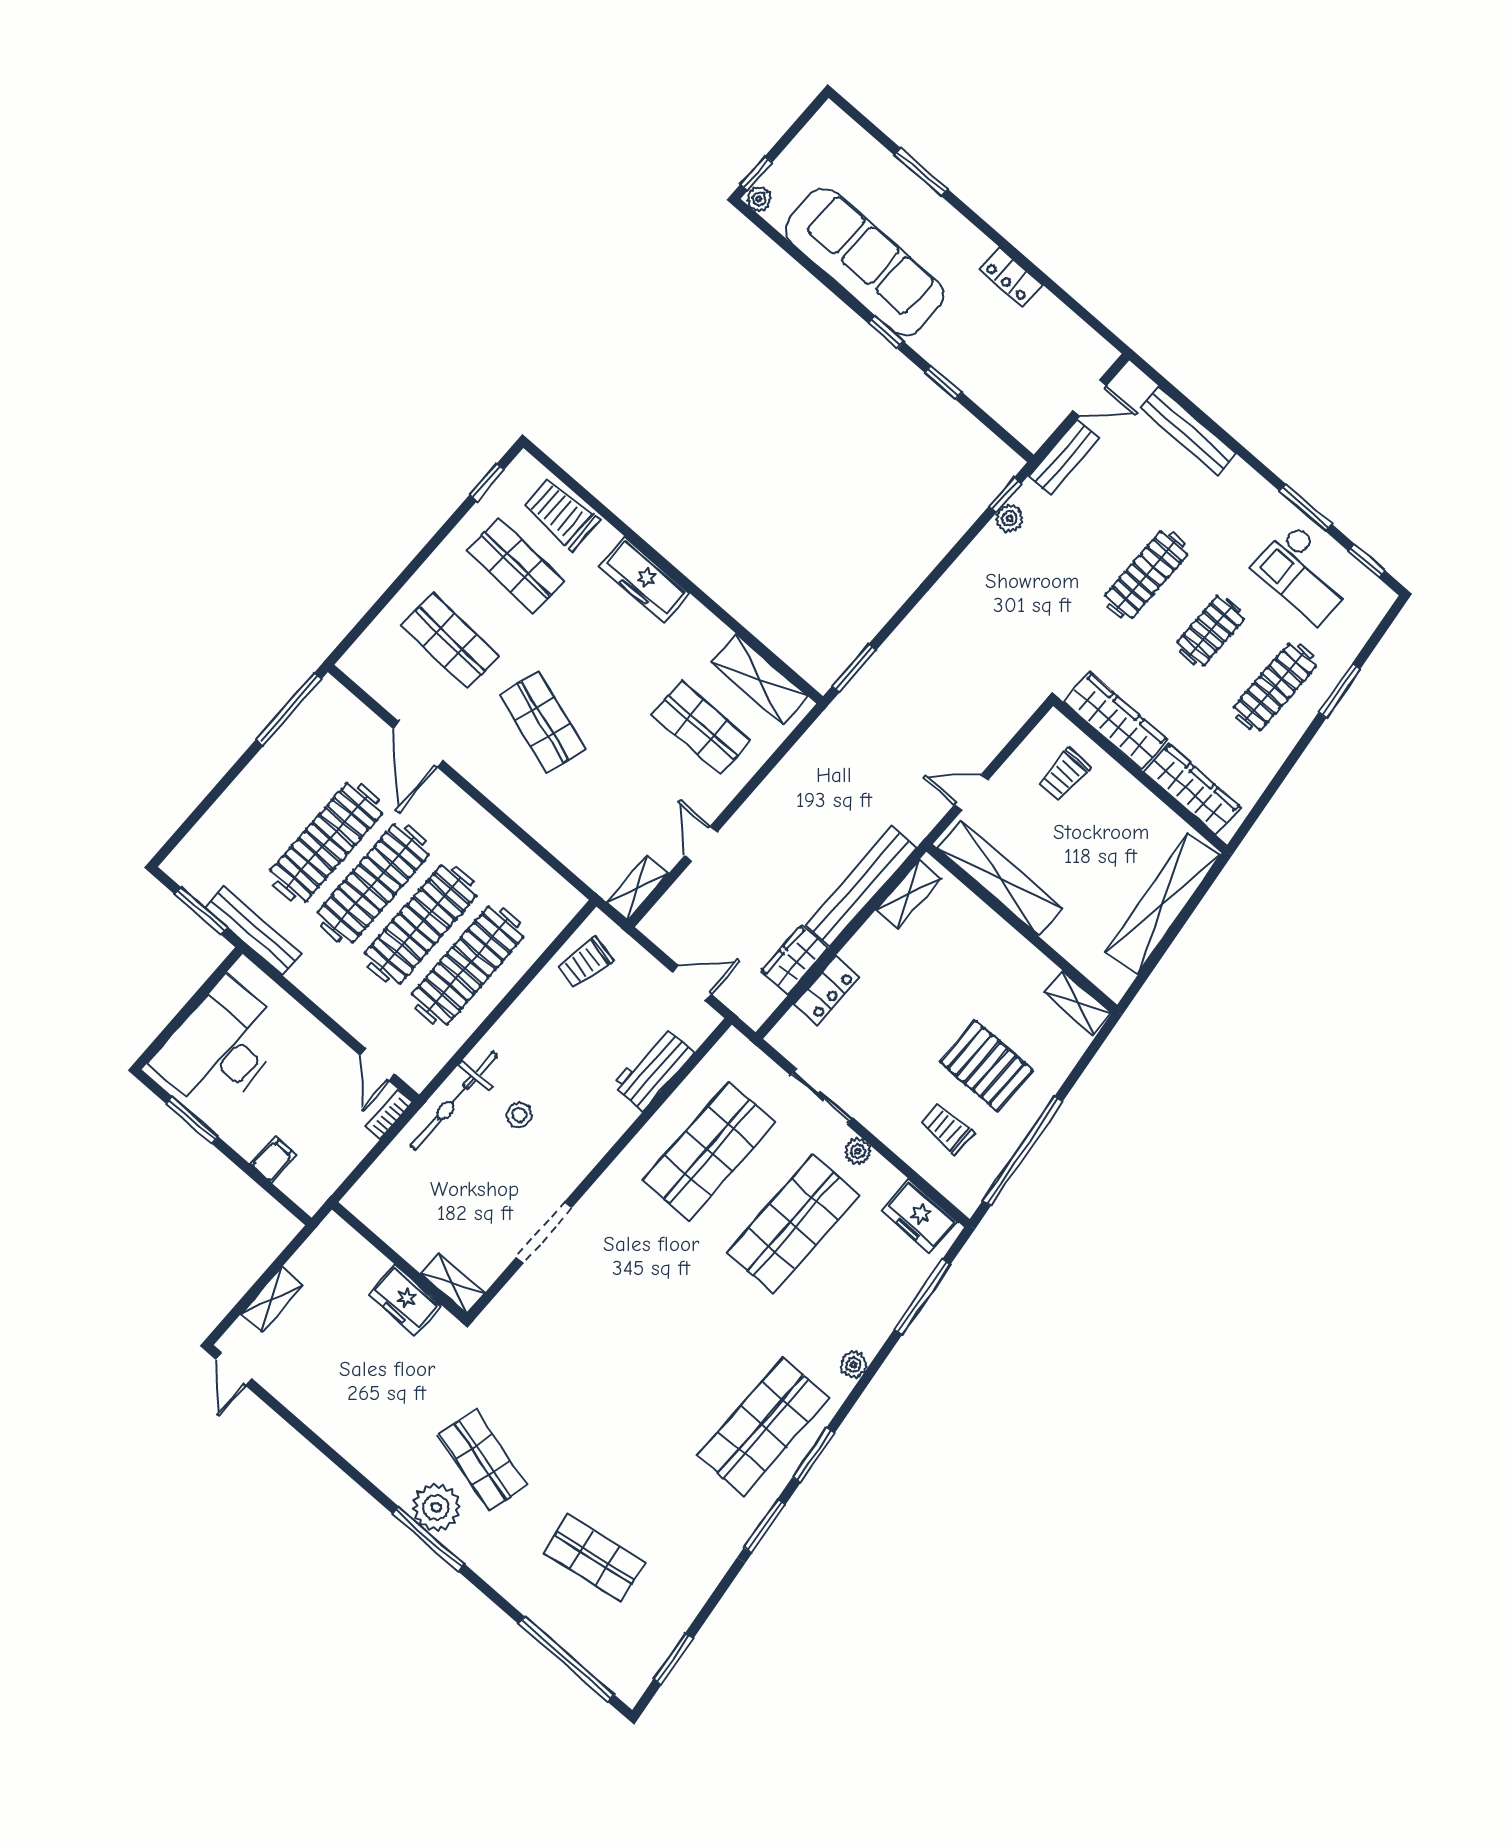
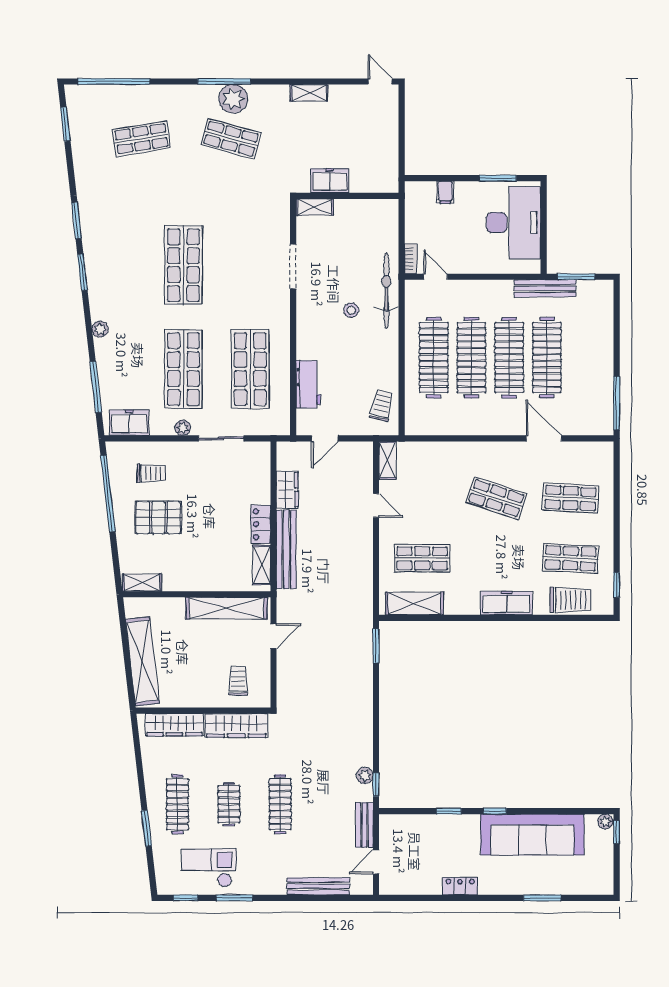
locker: (826, 991) -> (261, 524), moved
shelving: (272, 1300) -> (309, 93), moved, turned 90
shop shelf: (763, 1427) -> (183, 265), moved

